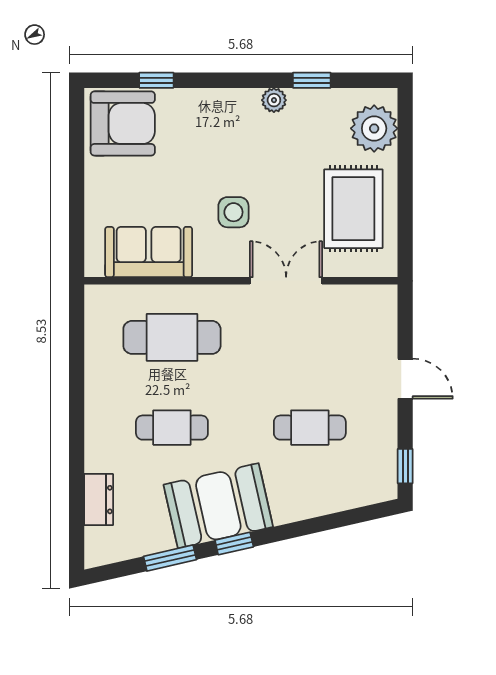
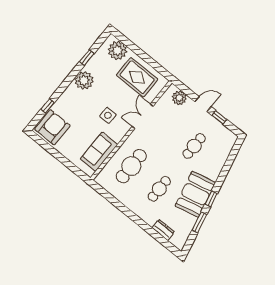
plant: (274, 100) -> (84, 80), width x1.87, depth x1.87
plant: (380, 323) -> (179, 98), added
window: (405, 466) -> (219, 117), moved

